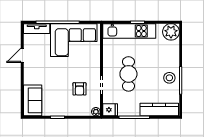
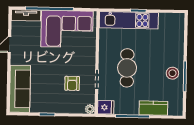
plant: (171, 32) -> (175, 22), removed
sofa: (33, 100) -> (20, 89), width x1.36
kitchen counter: (159, 110) -> (153, 108), width x0.67

